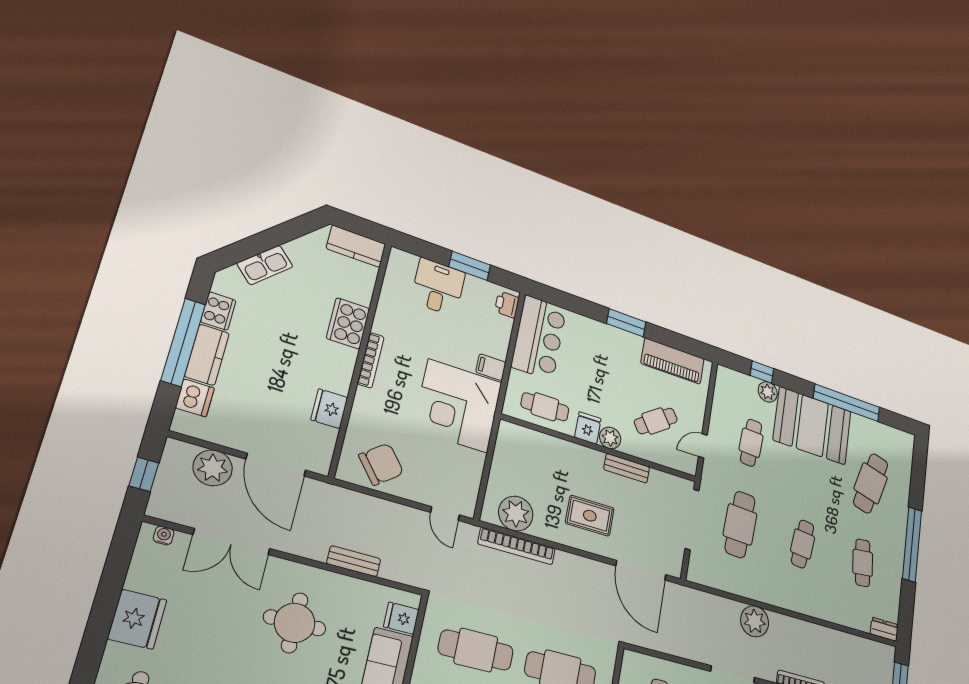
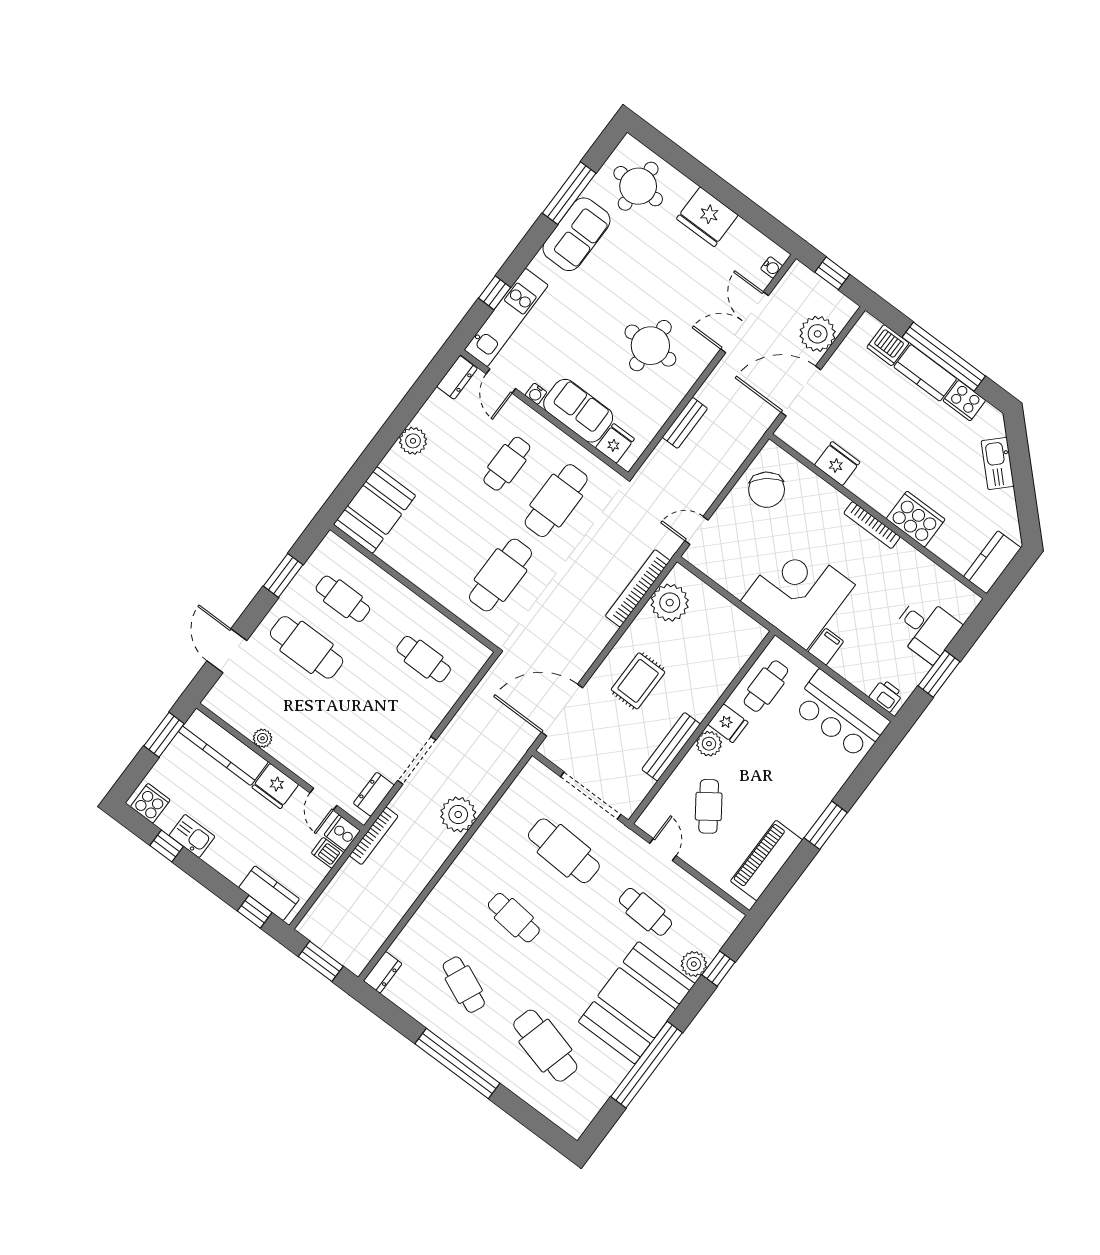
bench: (627, 468) -> (671, 747), width x1.36
cafe table: (863, 563) -> (464, 985), turned 30

